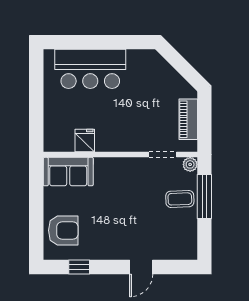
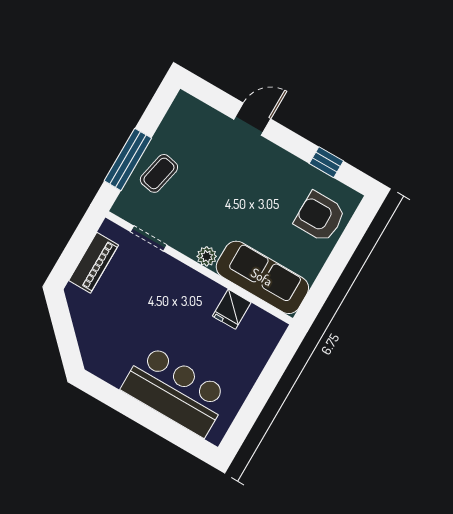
plant: (190, 164) -> (207, 256), moved
sofa: (68, 172) -> (262, 277), width x1.36
coffee table: (180, 199) -> (159, 173), turned -76

